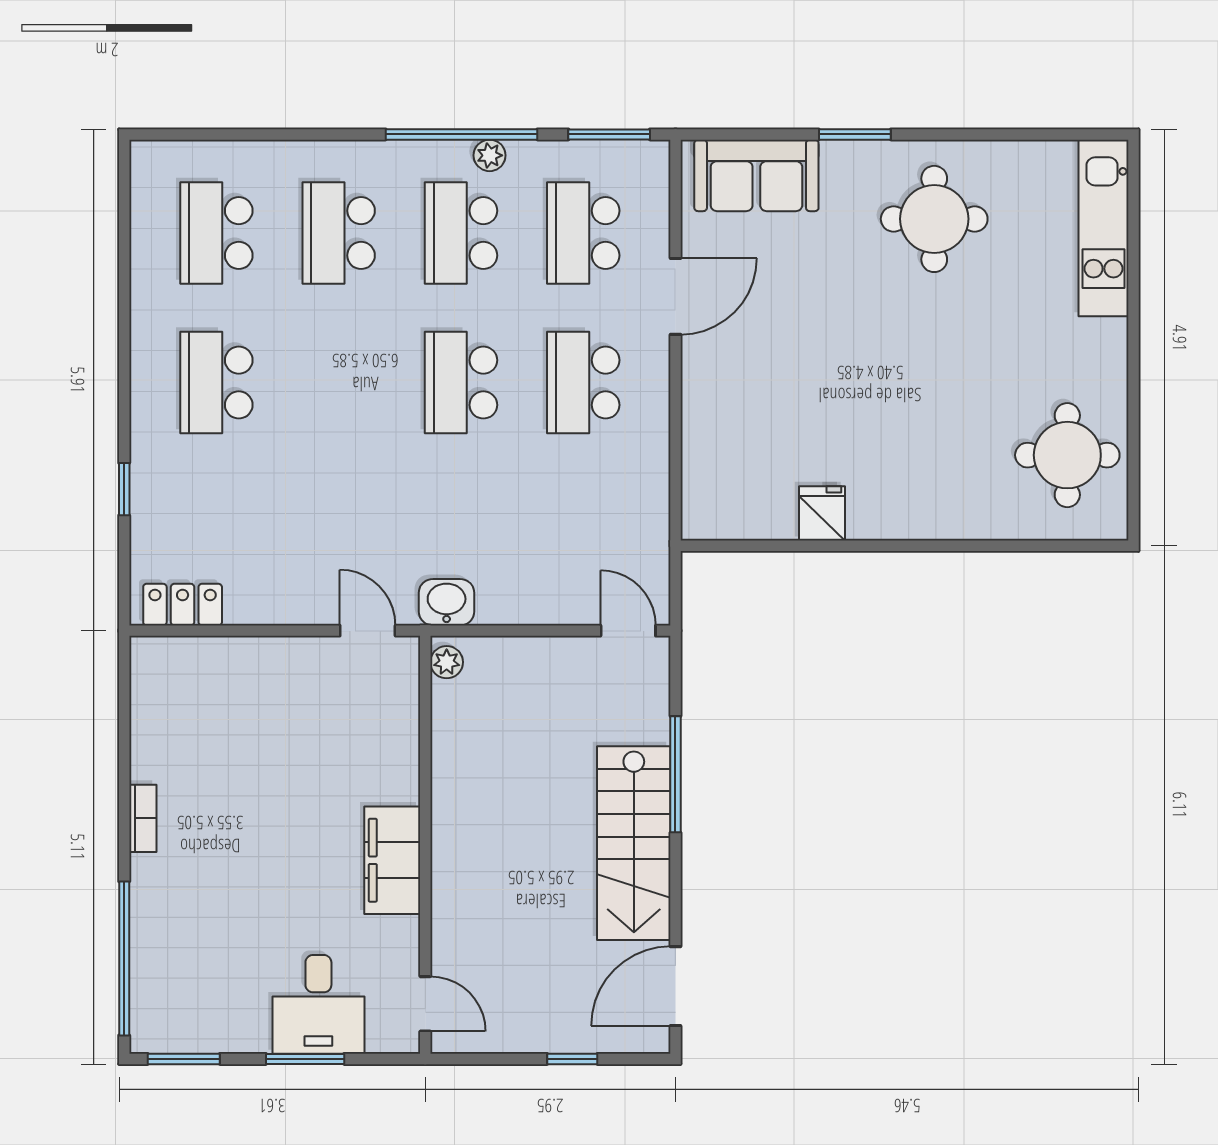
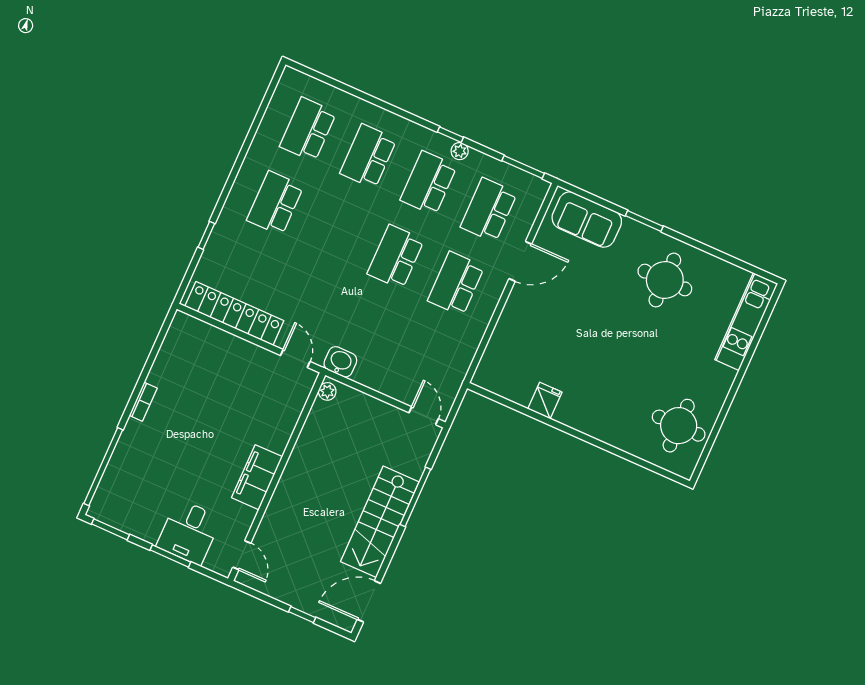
window: (462, 134) -> (450, 135), width x0.32
locker: (183, 605) -> (234, 314), width x2.16, depth x1.21

